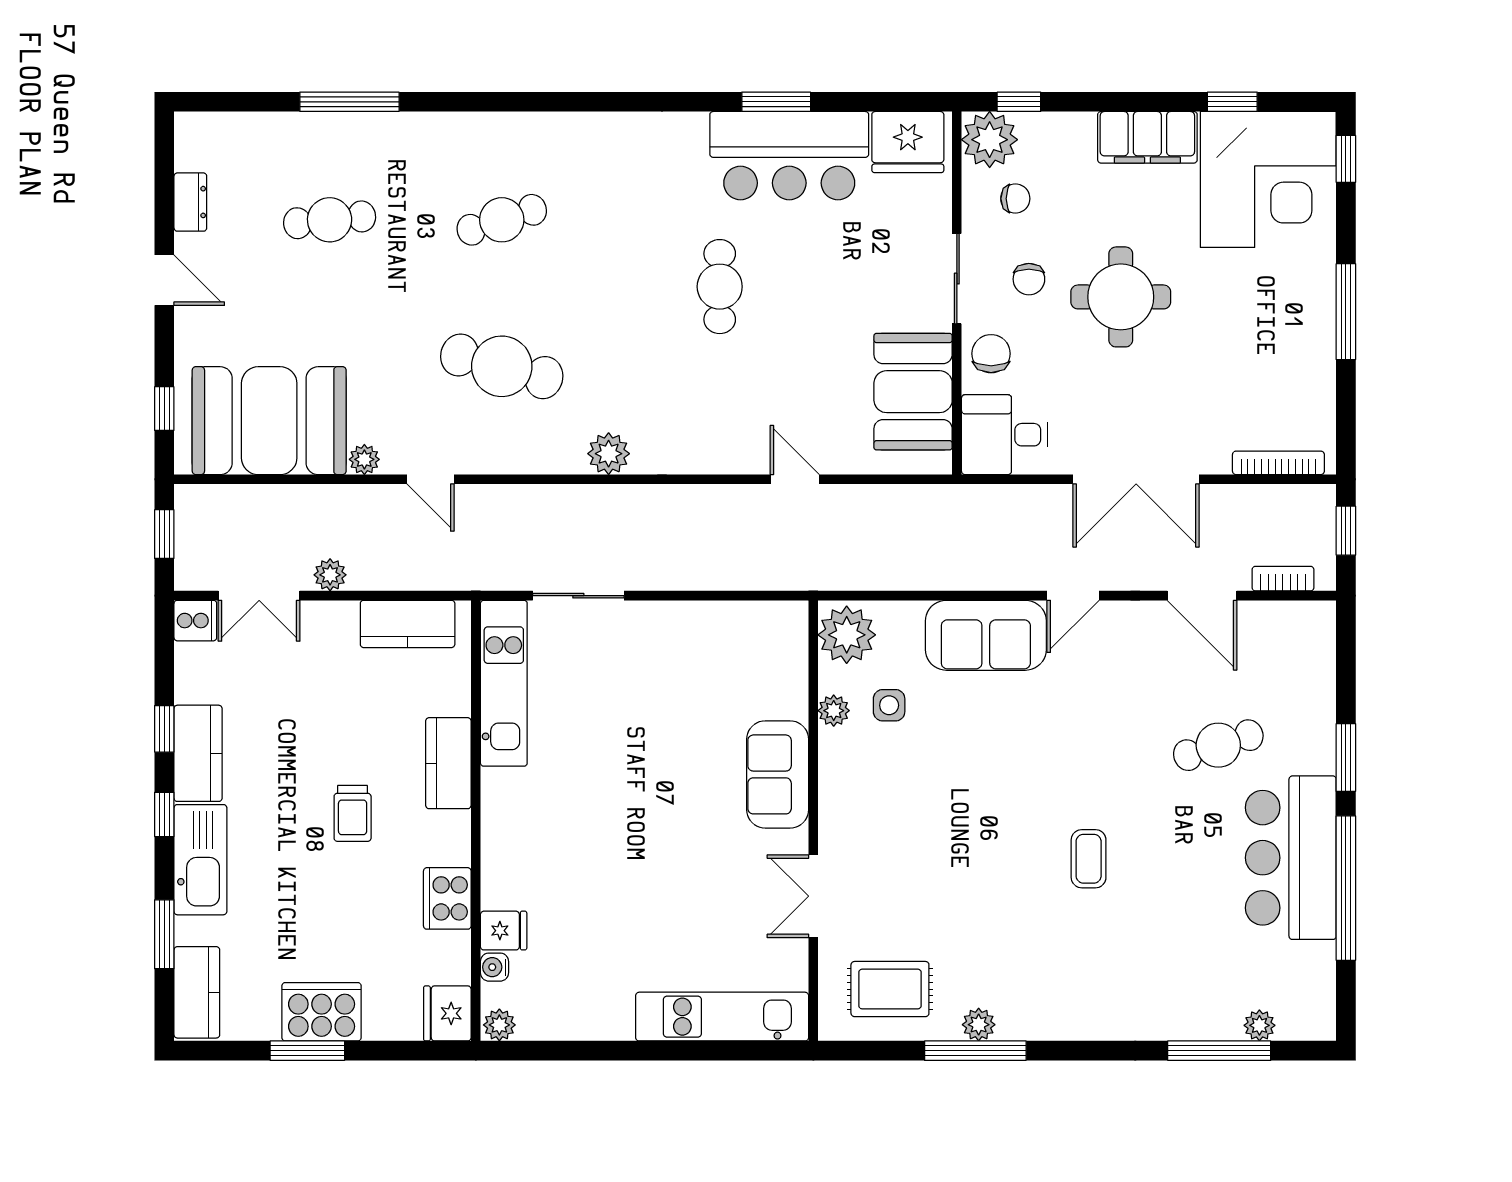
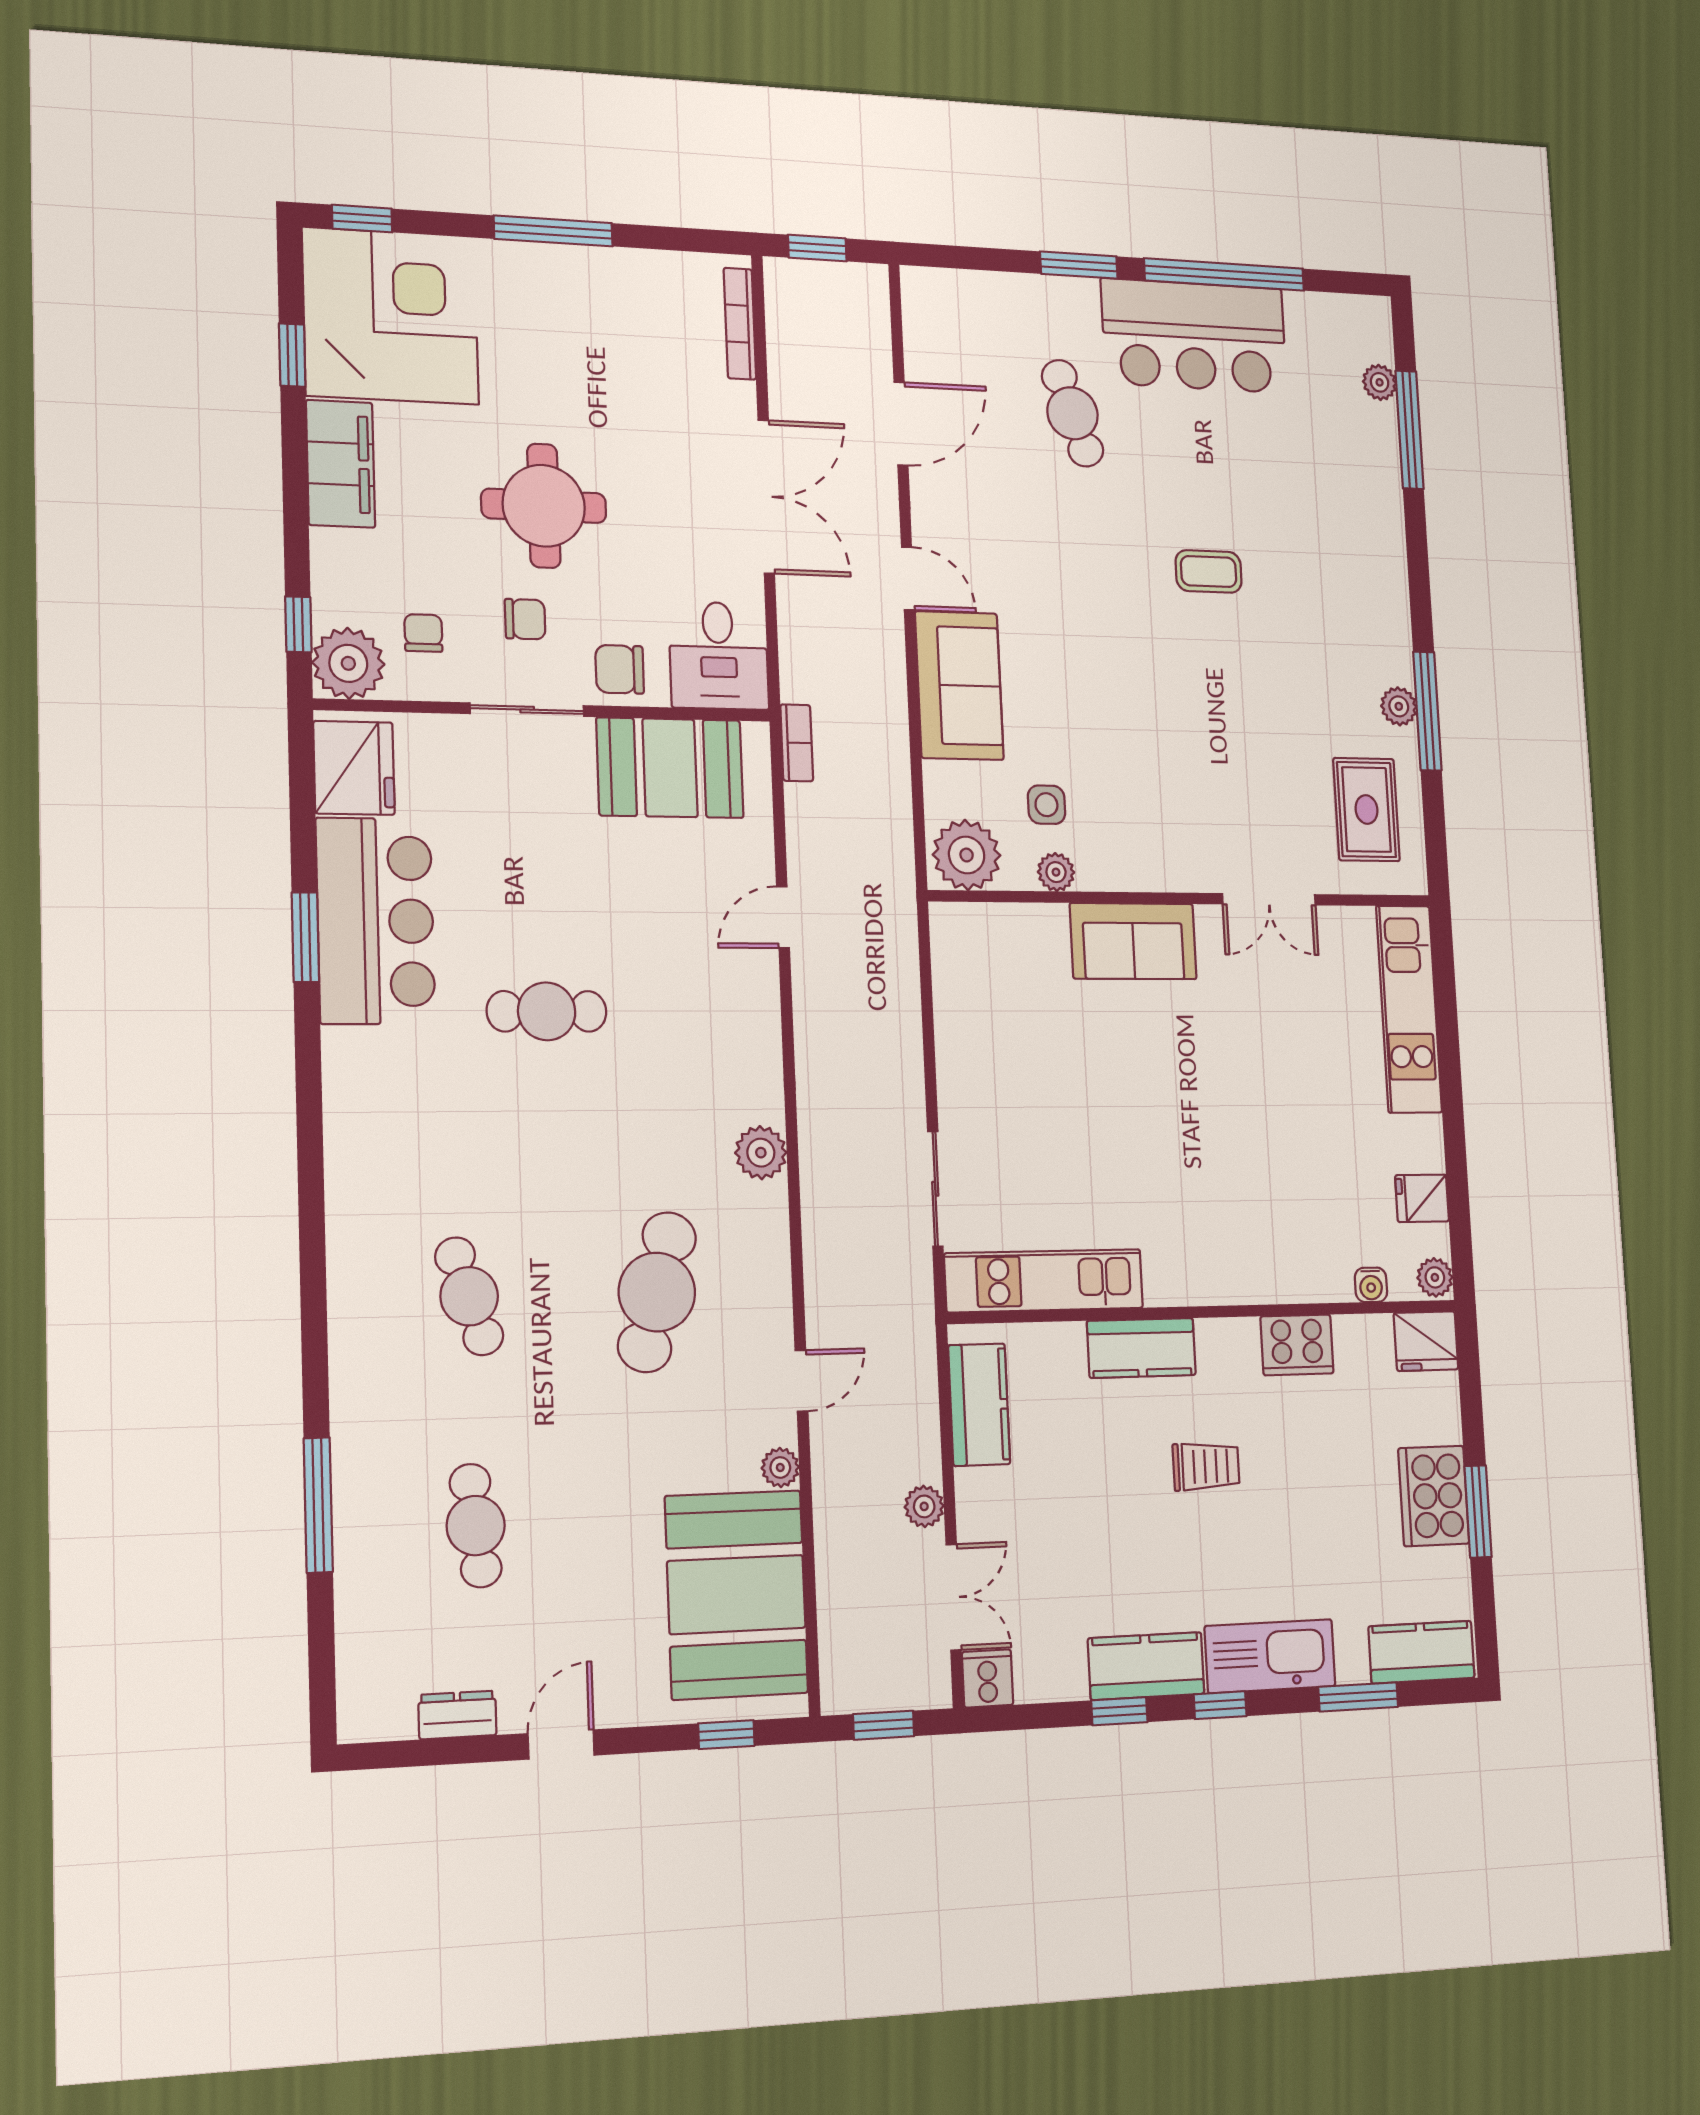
bookcase: (1283, 579) -> (797, 743), moved, turned 180
fridge: (504, 931) -> (1422, 1198), moved, turned -90

